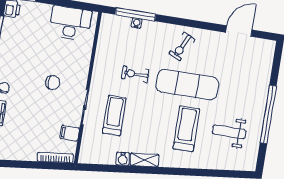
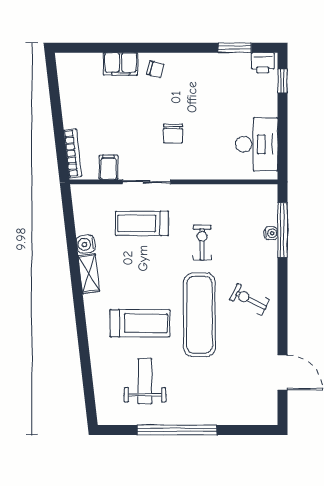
treadmill: (114, 115) -> (142, 223), turned 180

